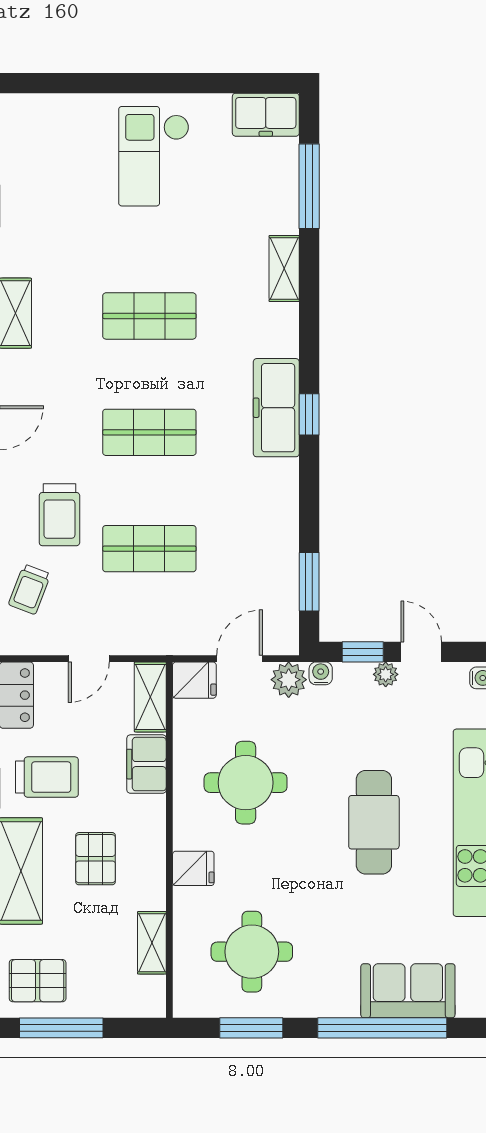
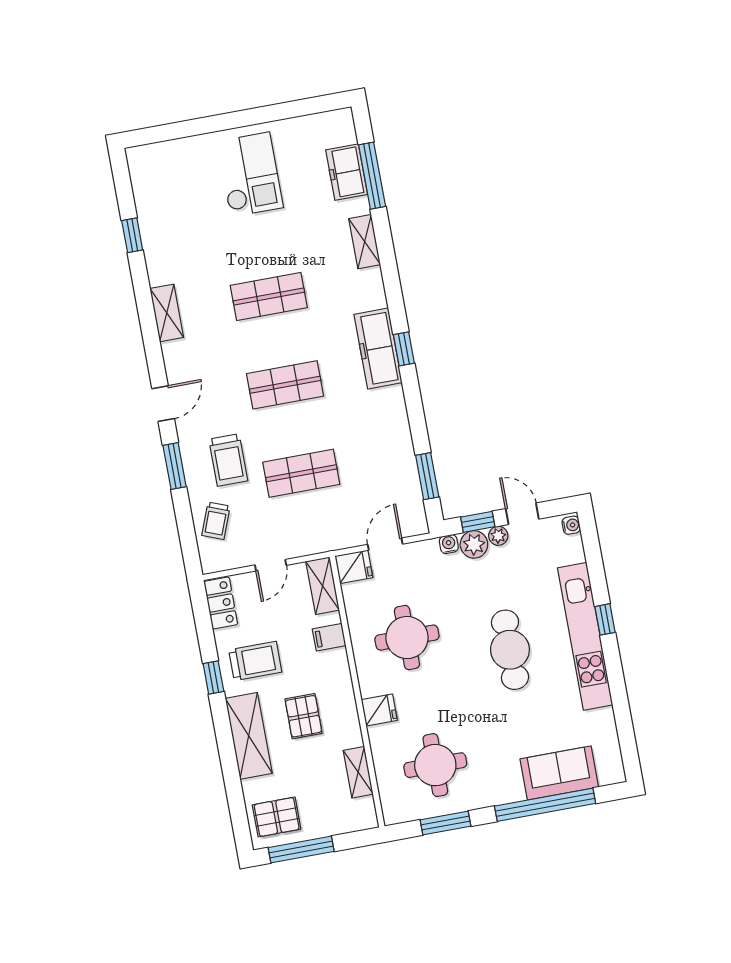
freezer: (266, 115) -> (347, 172), moved, turned 90
checkout: (154, 156) -> (250, 175), turned 180
plant: (289, 680) -> (474, 544), moved
filing cabinet: (146, 764) -> (329, 637), width x0.50

